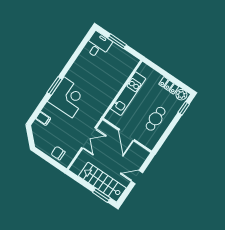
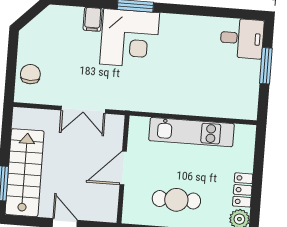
filing cabinet: (43, 119) -> (93, 19), moved

